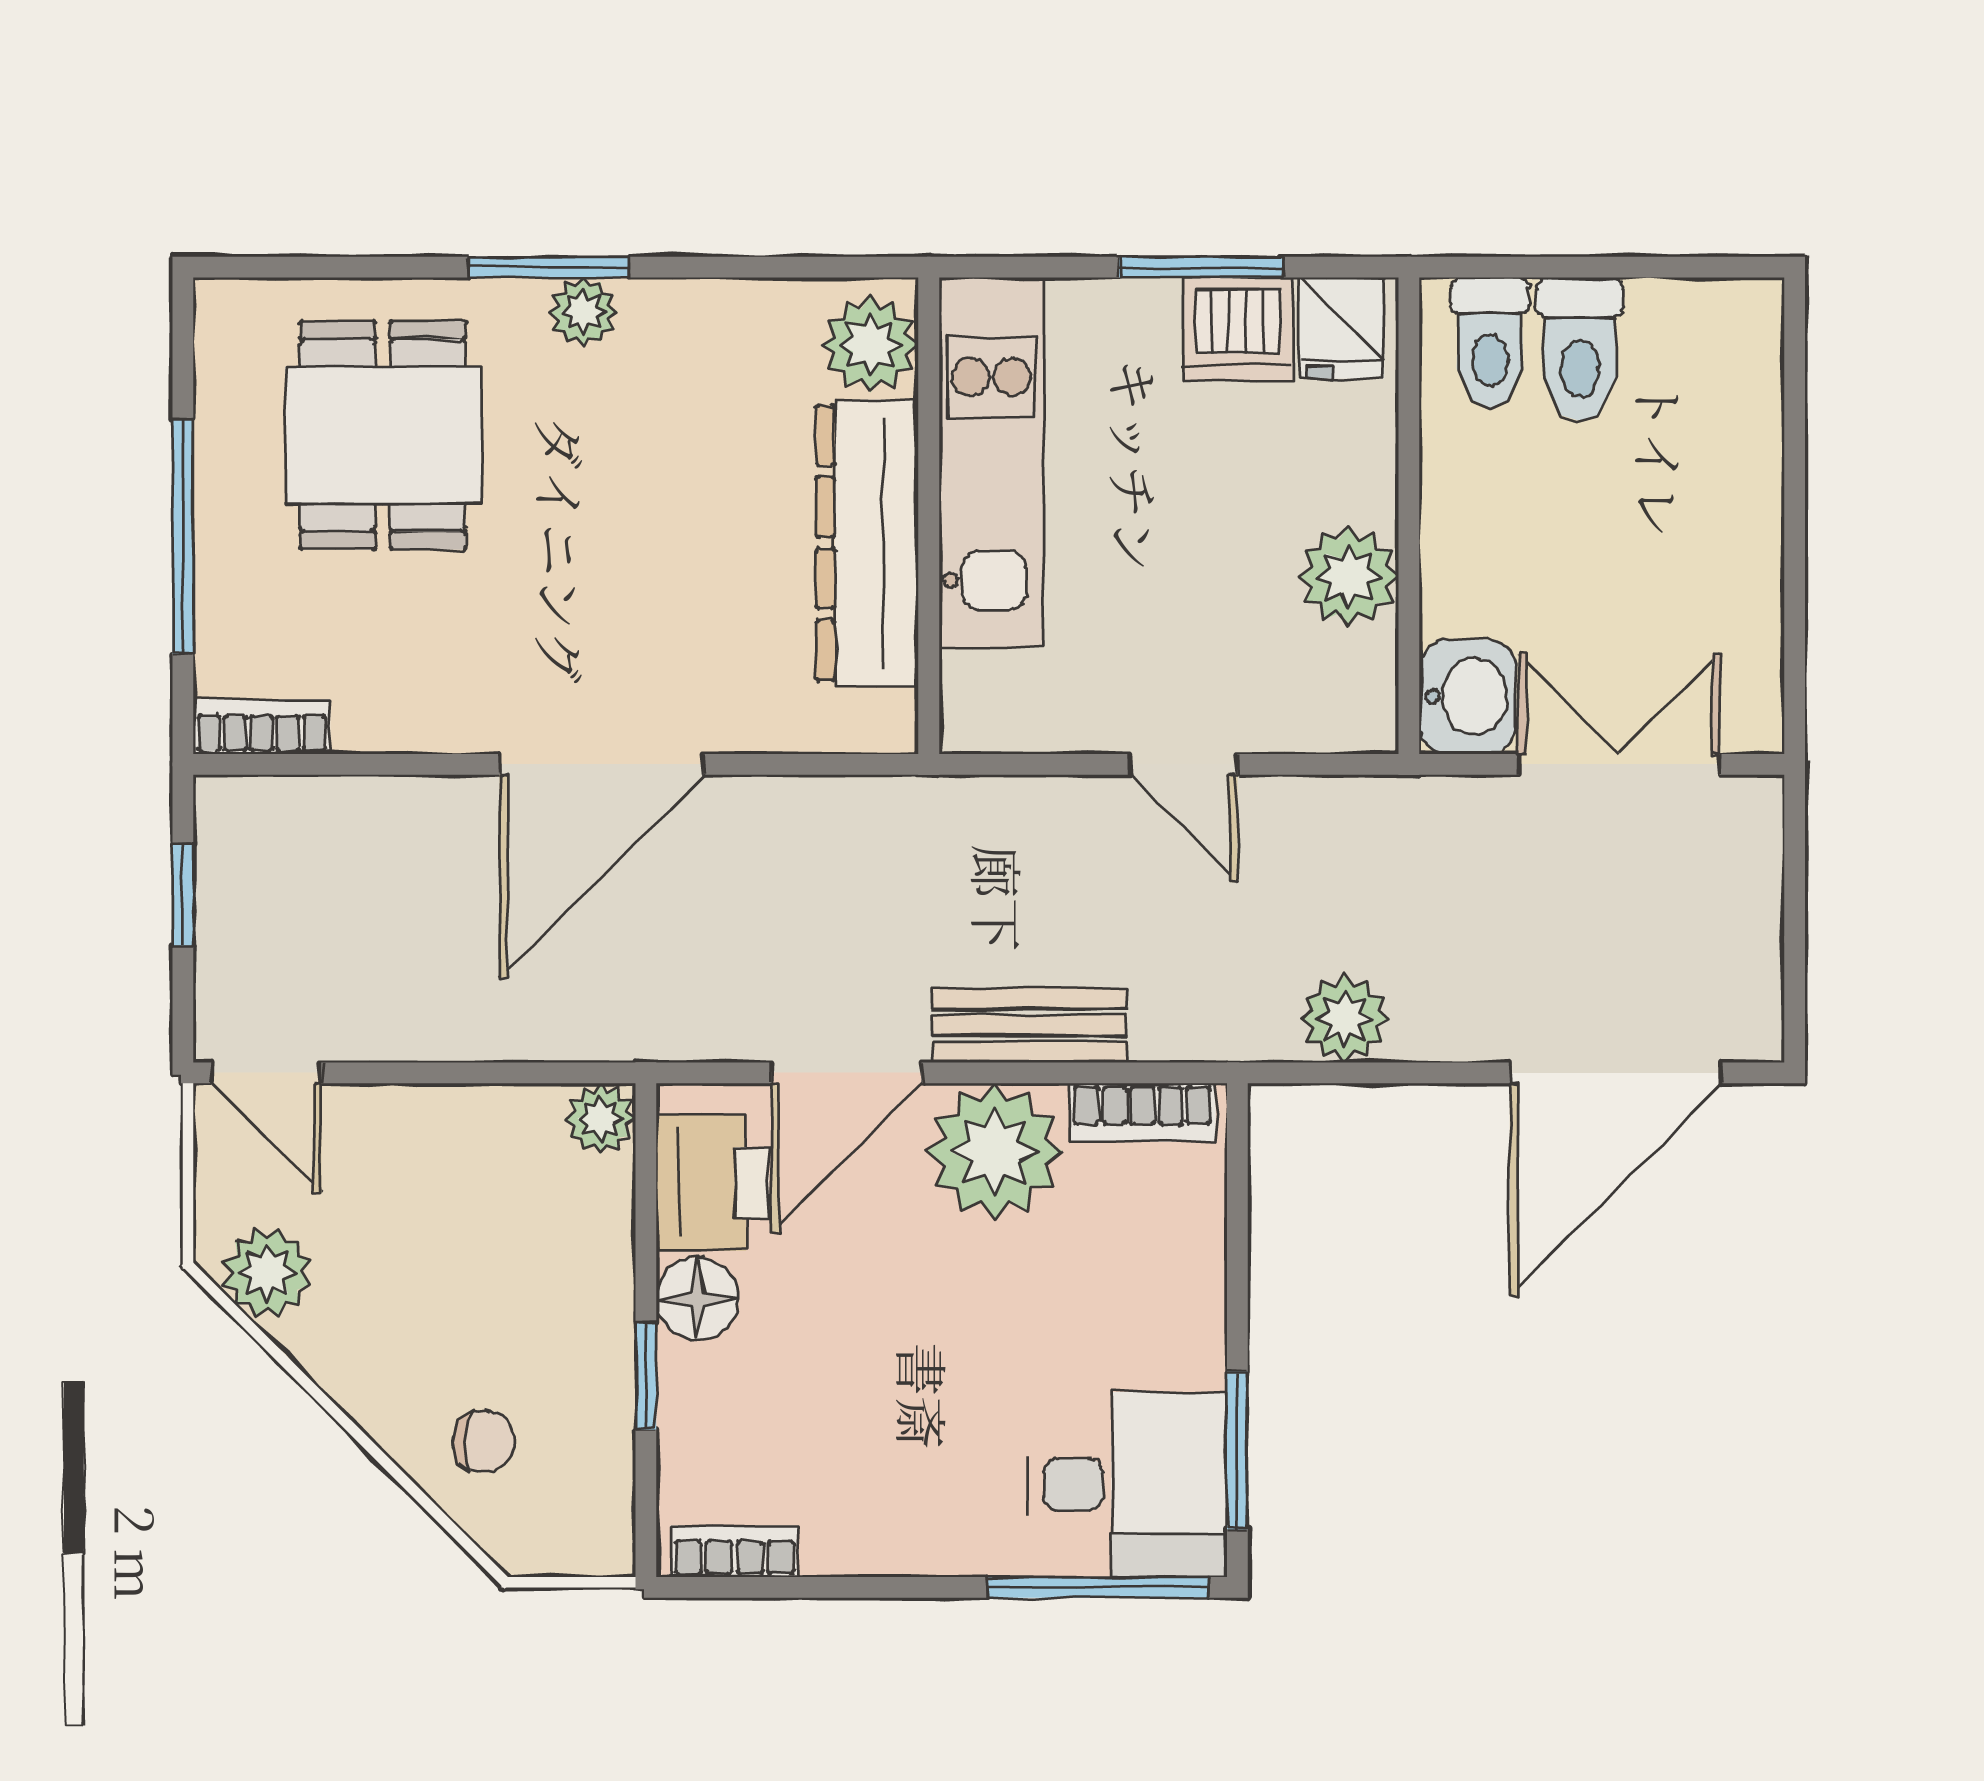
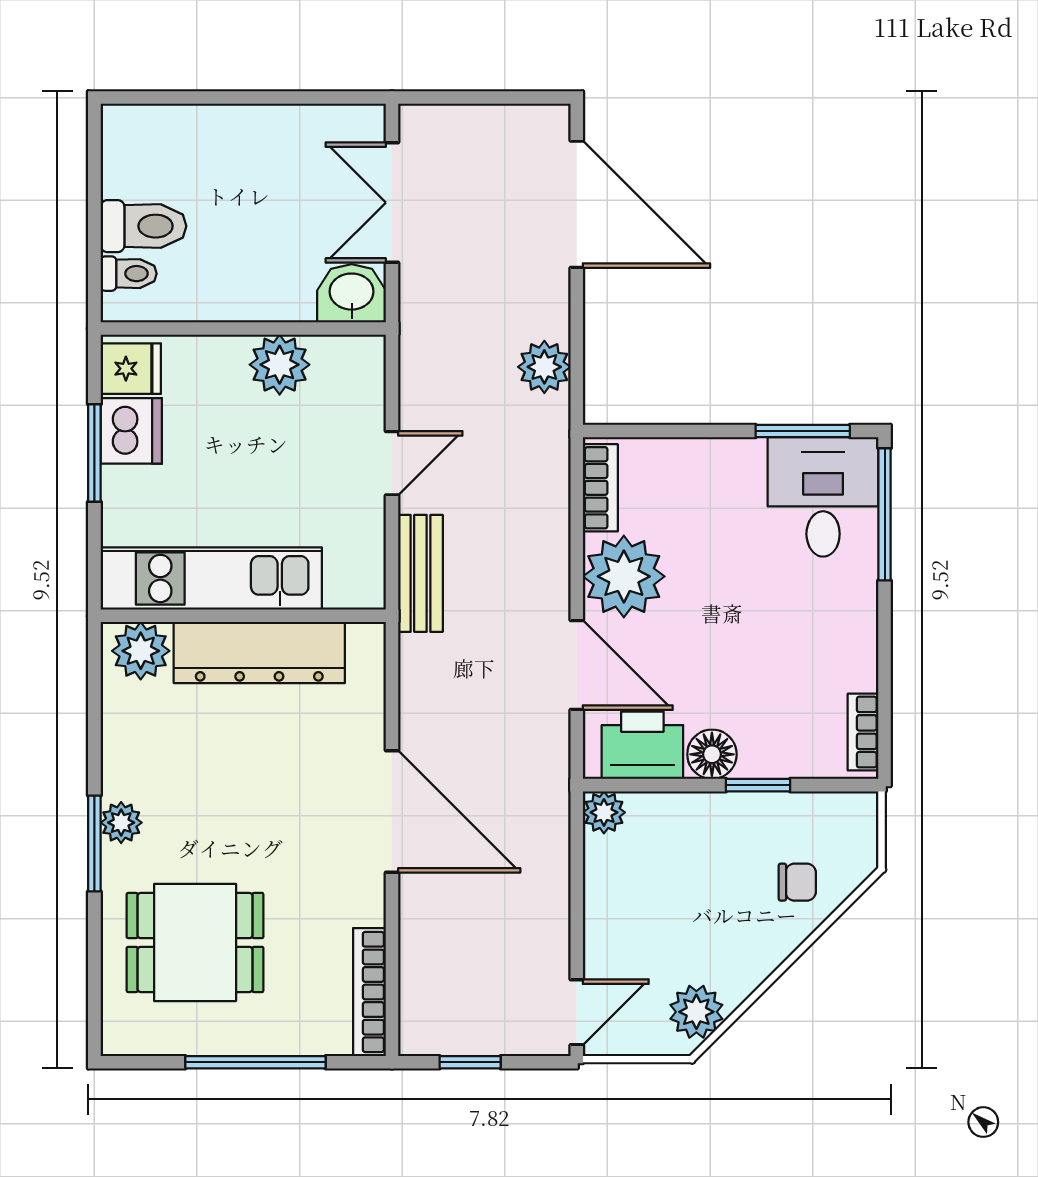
toilet: (1490, 342) -> (129, 274), width x0.73, depth x0.72
bookcase: (262, 727) -> (369, 992), width x1.56
bench: (1029, 1025) -> (420, 573), moved
chair: (484, 1441) -> (797, 882), turned 90

